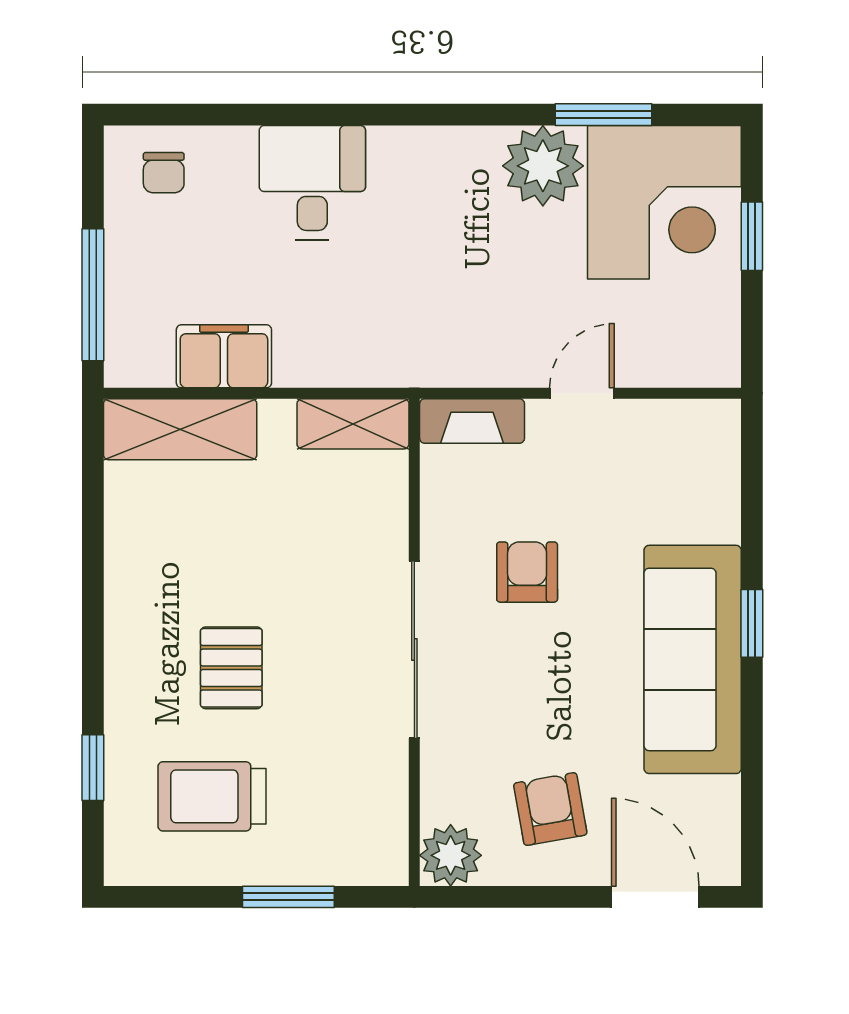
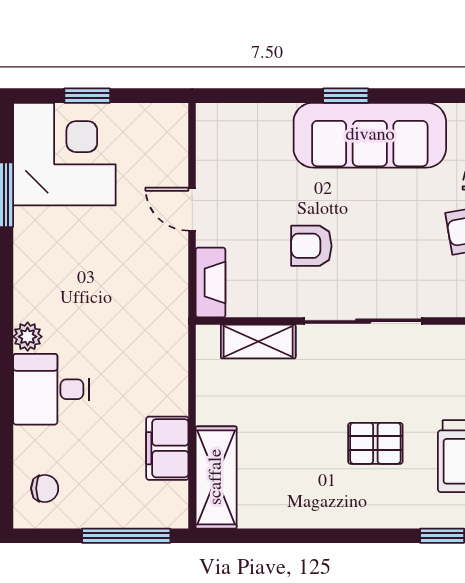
plant: (543, 166) -> (28, 337), moved, width x0.53, depth x0.53
shelving: (353, 424) -> (258, 341), moved, turned 90

